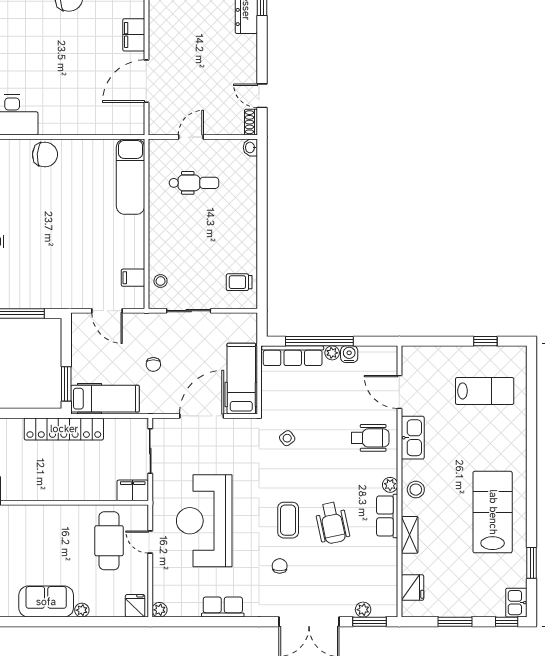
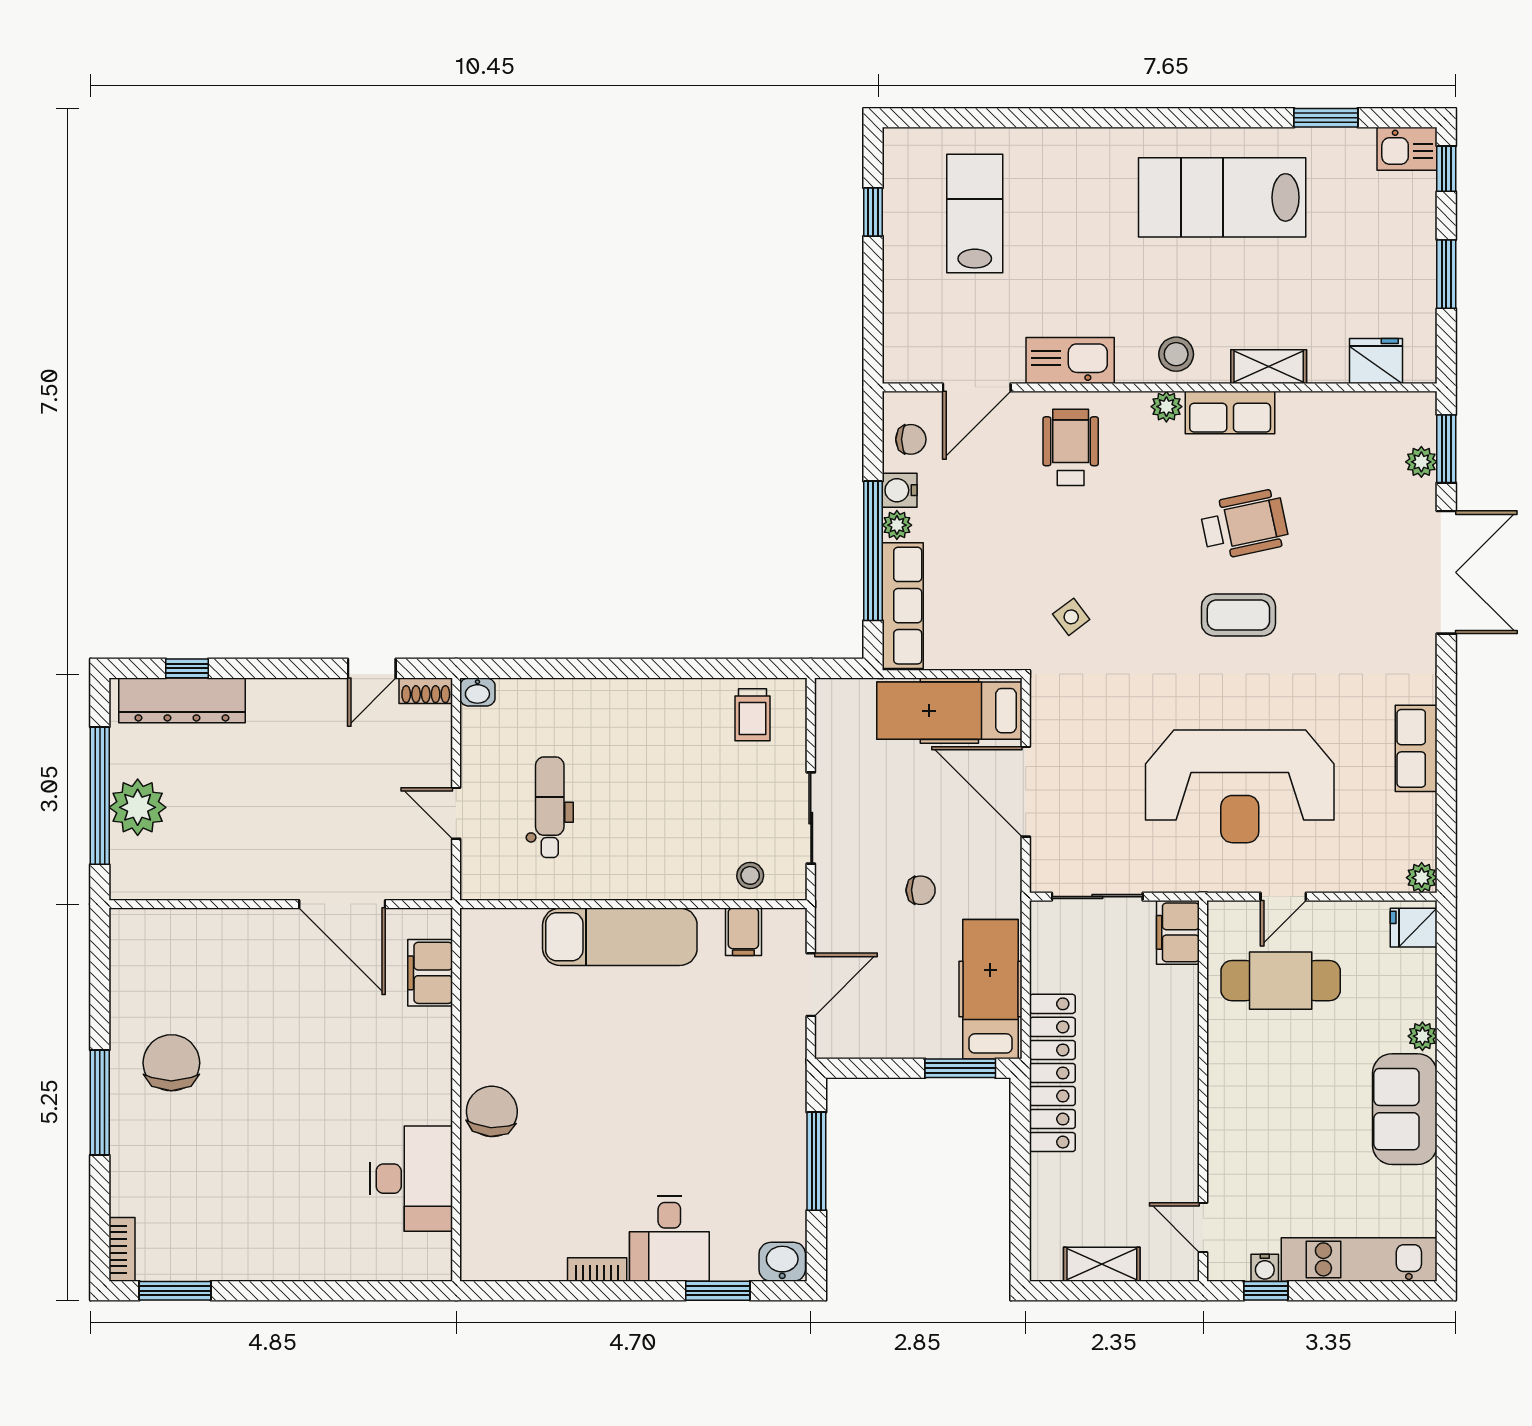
filing cabinet: (134, 35) -> (430, 973), moved, turned 90
exam couch: (131, 177) -> (620, 937), moved
chair: (280, 566) -> (911, 439), moved, turned 180

